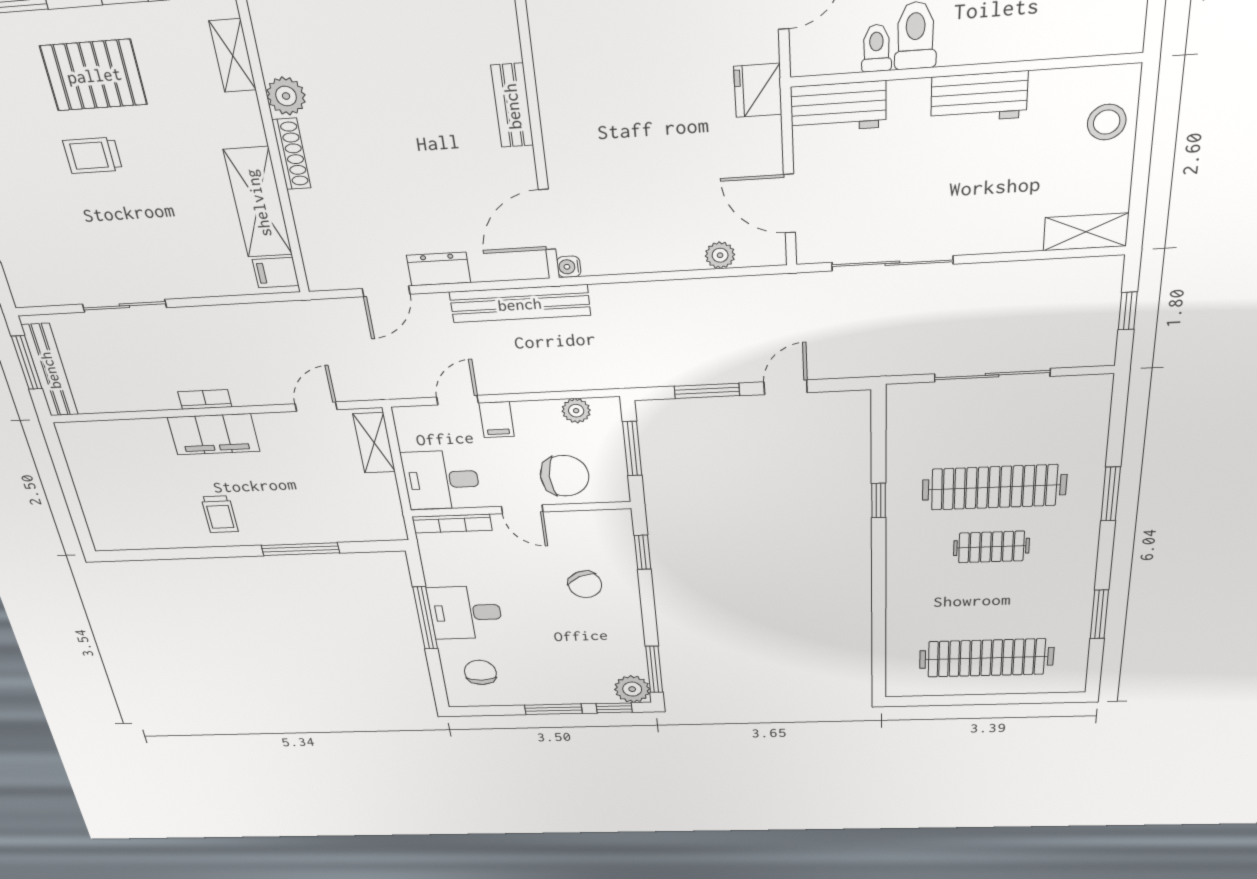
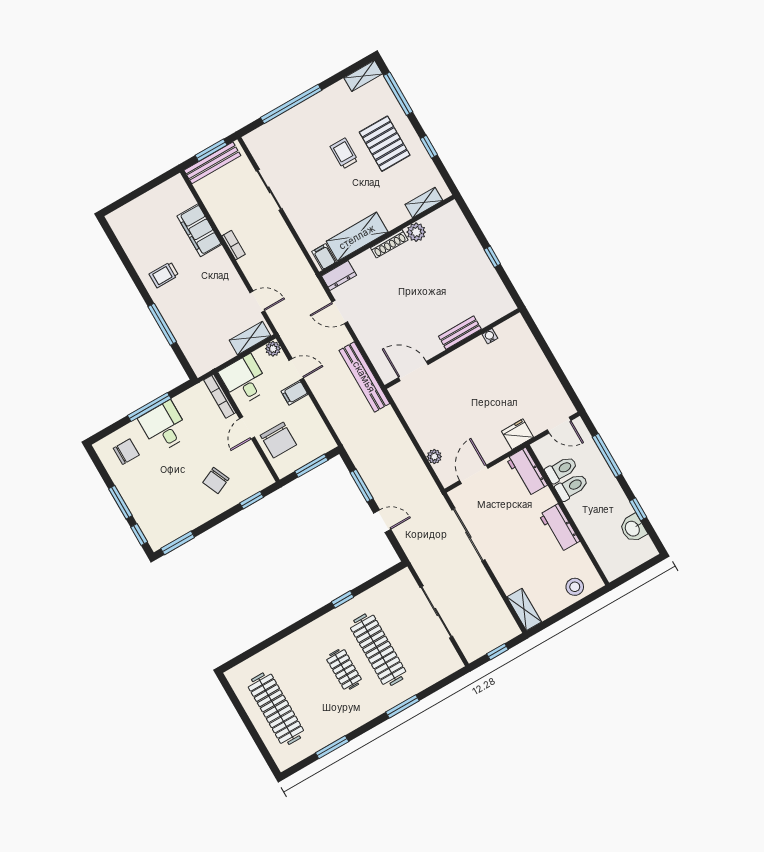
toilet: (876, 48) -> (561, 469), width x1.37, depth x1.39
water cooler: (569, 267) -> (490, 336), moved
dresser: (439, 269) -> (339, 276), moved, turned 90
plant: (576, 411) -> (273, 349), moved
filing cabinet: (214, 434) -> (199, 230), moved
plant: (632, 689) -> (158, 538), removed

